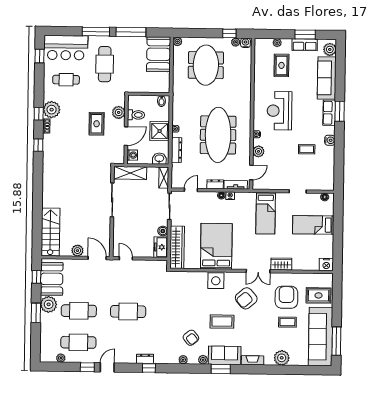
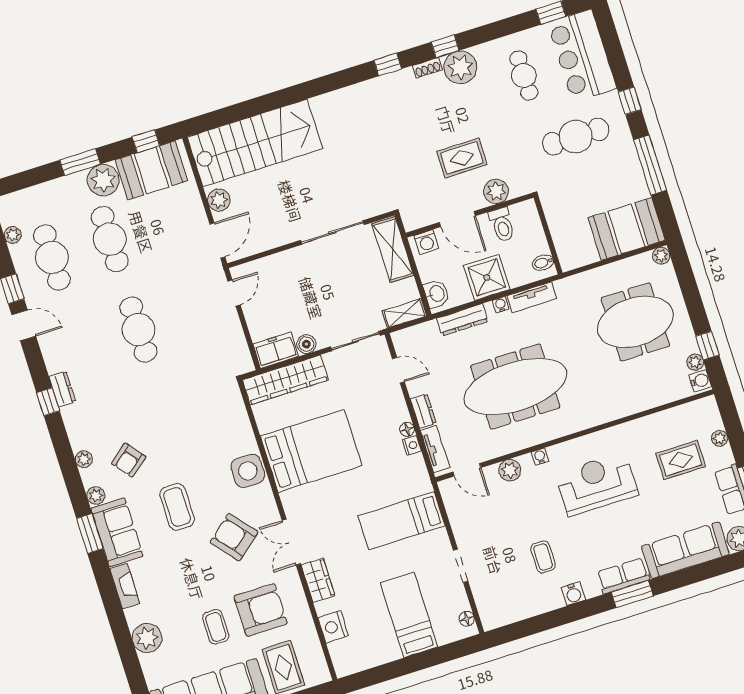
window: (96, 32) -> (630, 101), width x0.46
tv unit: (177, 112) -> (532, 297), added
stairs: (50, 232) -> (255, 143), width x1.36, depth x1.51
nightstand: (326, 264) -> (333, 627), moved

